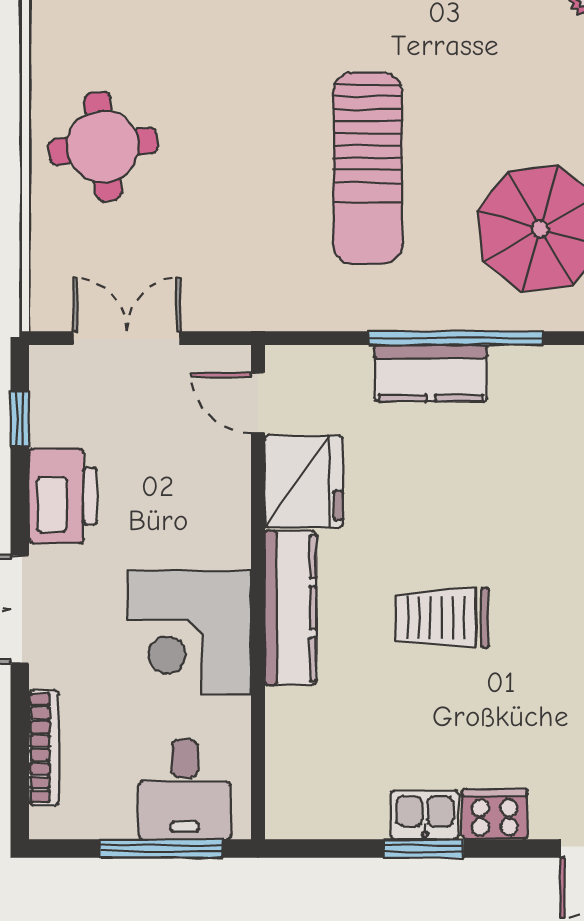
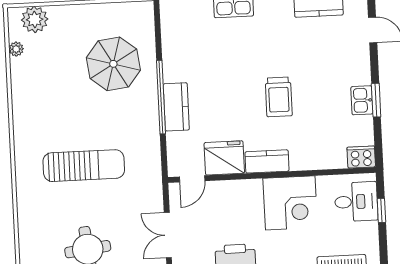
sun lounger: (368, 168) -> (84, 166), moved
kitchen counter: (290, 608) -> (267, 161), width x0.67
cooker: (495, 814) -> (361, 157), moved, turned 90
window: (161, 848) -> (381, 210), width x0.46

